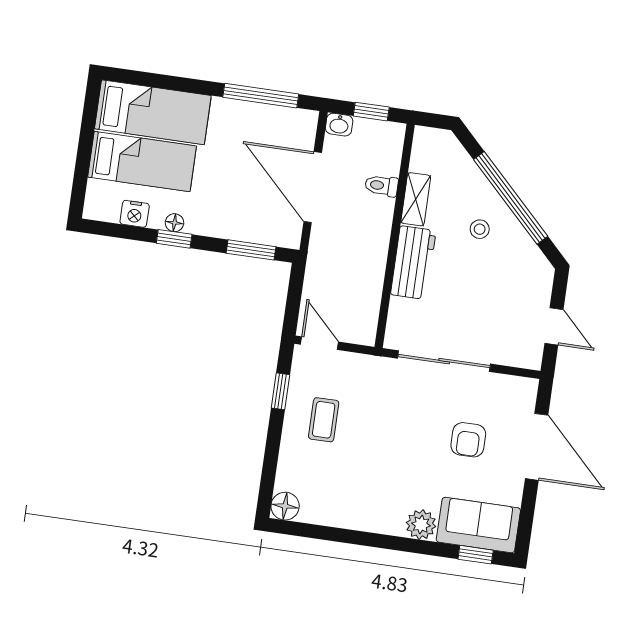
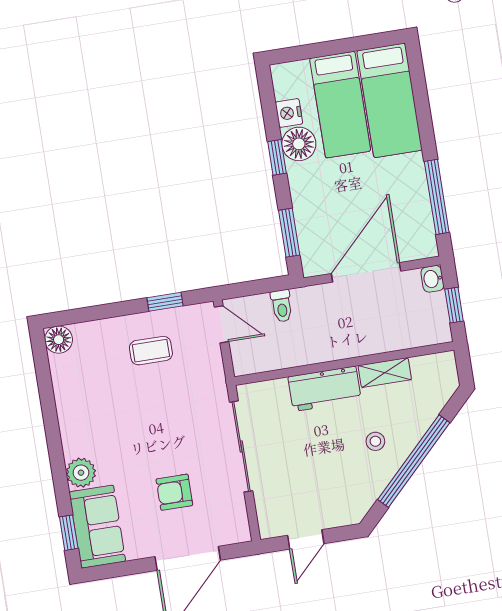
toilet: (381, 186) -> (282, 306), moved, turned 180
floor lamp: (174, 223) -> (299, 144), width x1.89, depth x1.89
door: (319, 343) -> (222, 324), hinge flipped

